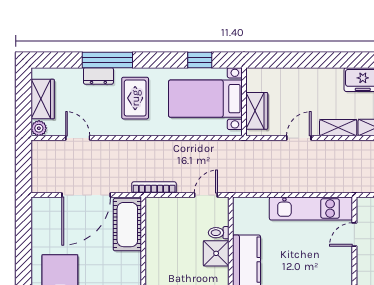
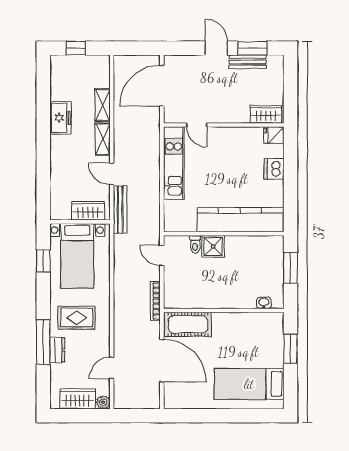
bench: (258, 147) -> (120, 210), added

